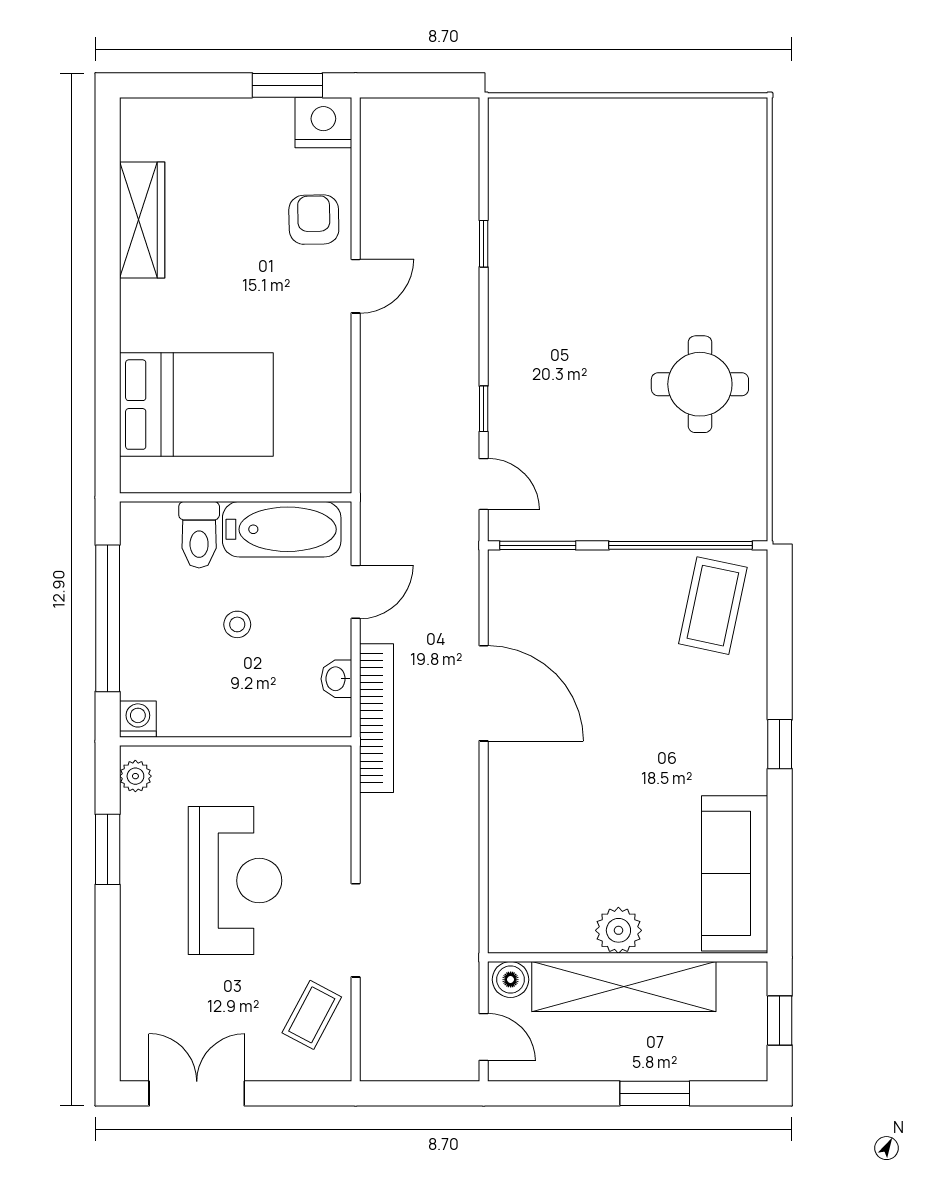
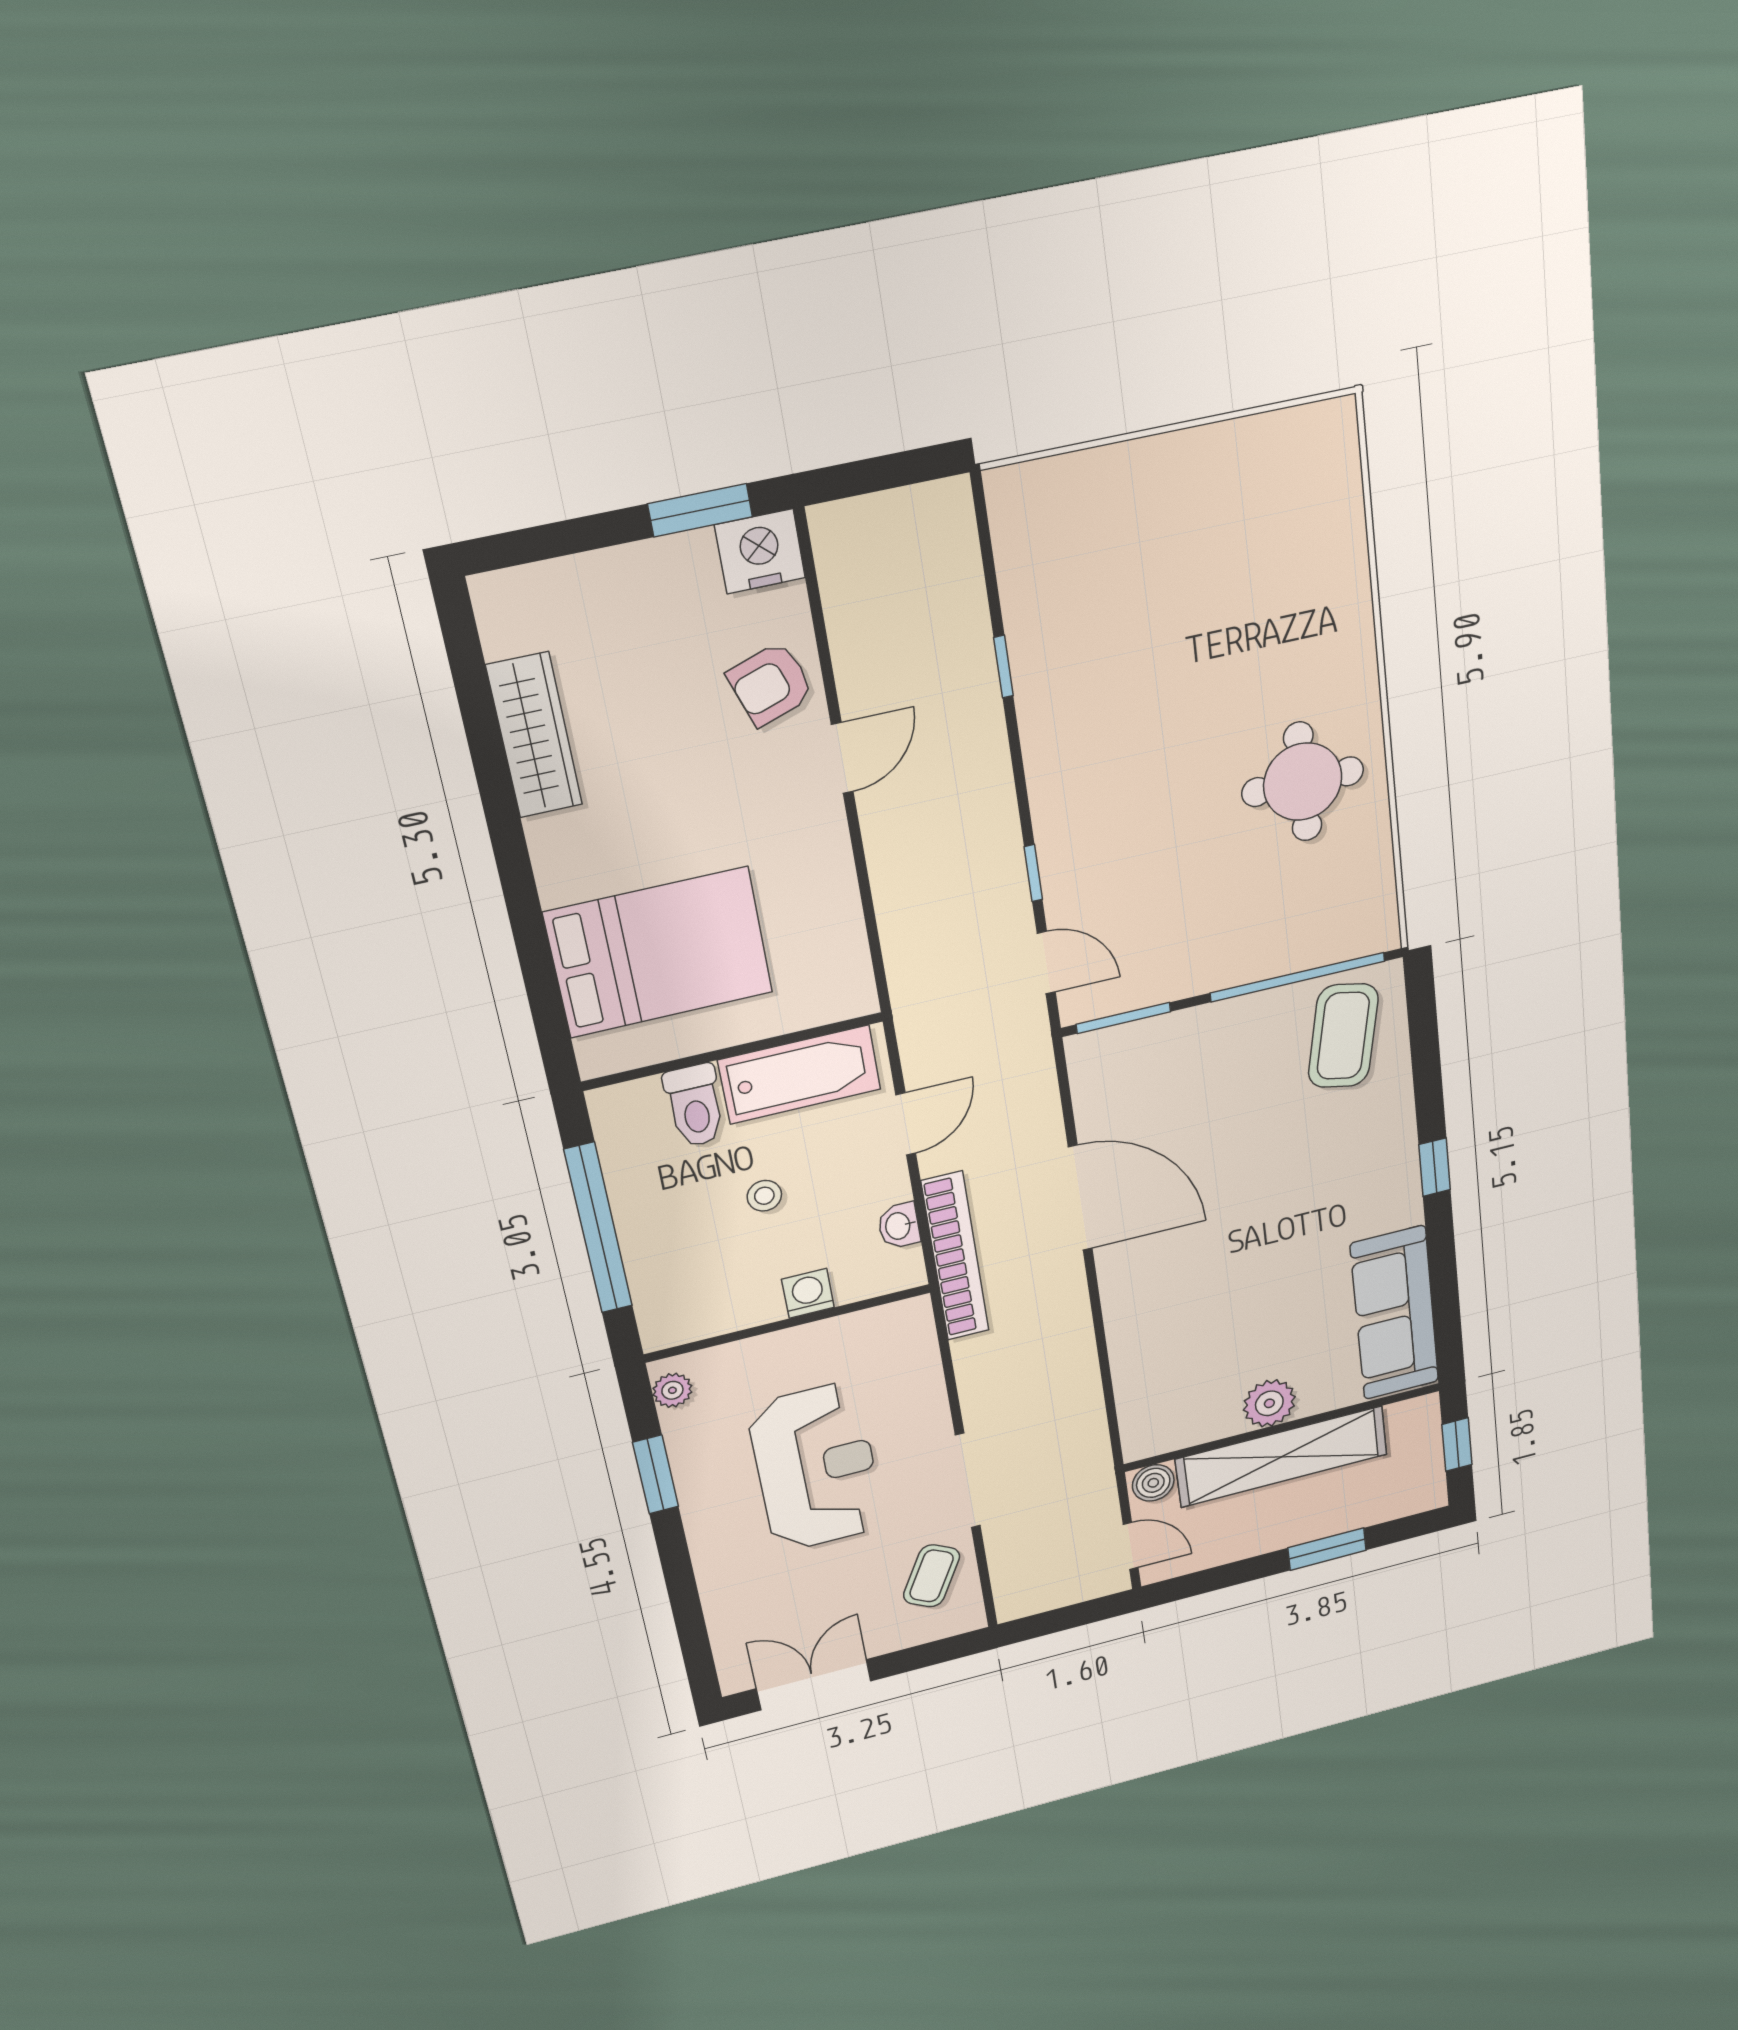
armchair: (314, 220) -> (771, 684), turned -108
washing machine: (138, 719) -> (808, 1293), moved

